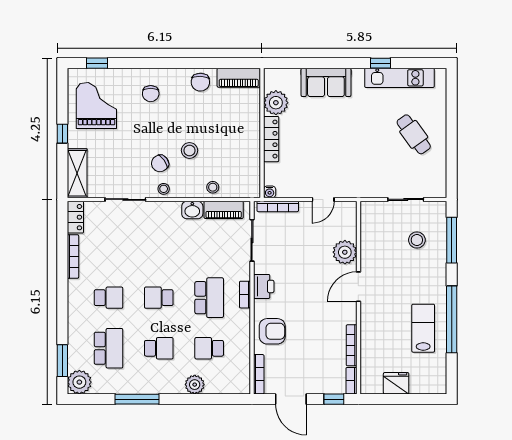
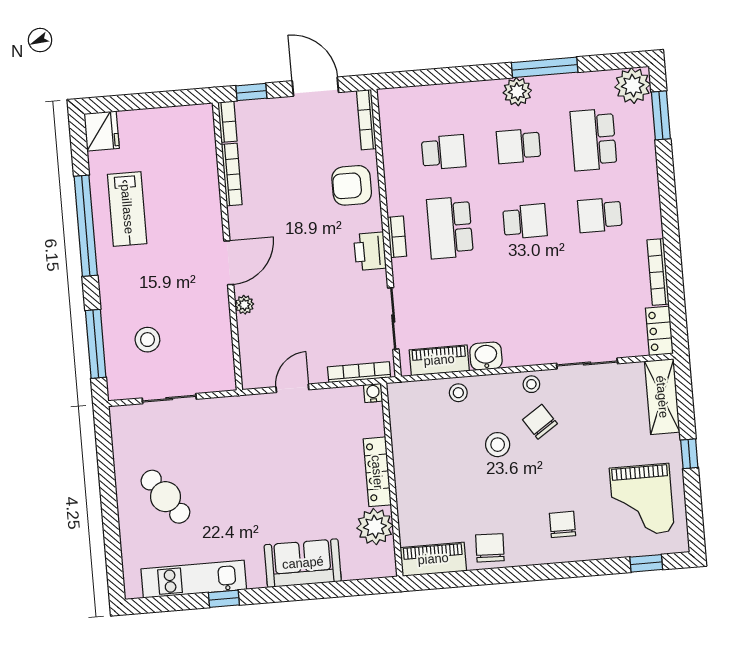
chair: (160, 163) -> (540, 422), turned -89
plant: (345, 252) -> (244, 305), width x0.53, depth x0.53
fridge: (396, 383) -> (102, 131), moved, turned -90
plant: (195, 385) -> (517, 92), moved

